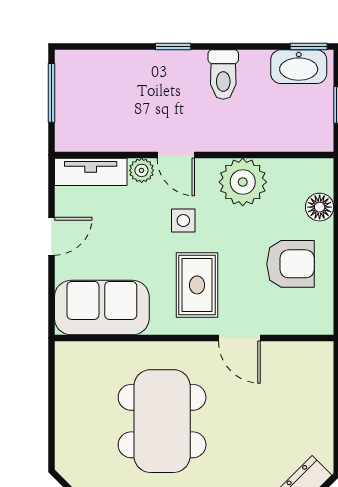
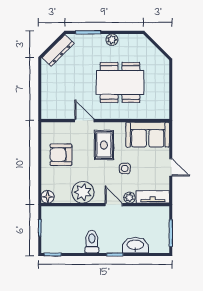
washbasin: (299, 67) -> (135, 245), moved
floor lamp: (320, 207) -> (48, 197), moved
side table: (183, 221) -> (125, 168), moved
door: (51, 236) -> (171, 167), swing flipped
dining table: (162, 421) -> (120, 82), turned 90

